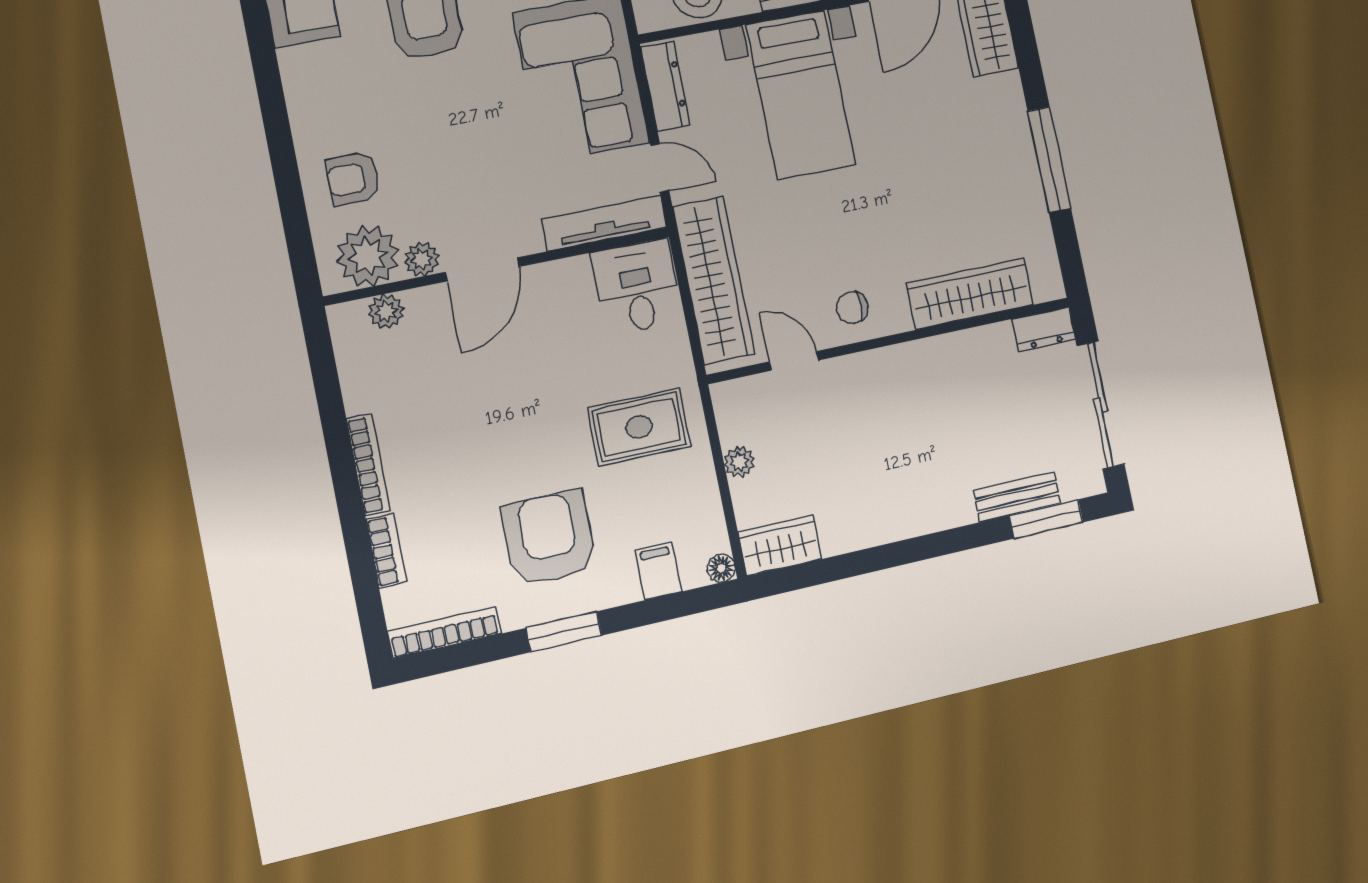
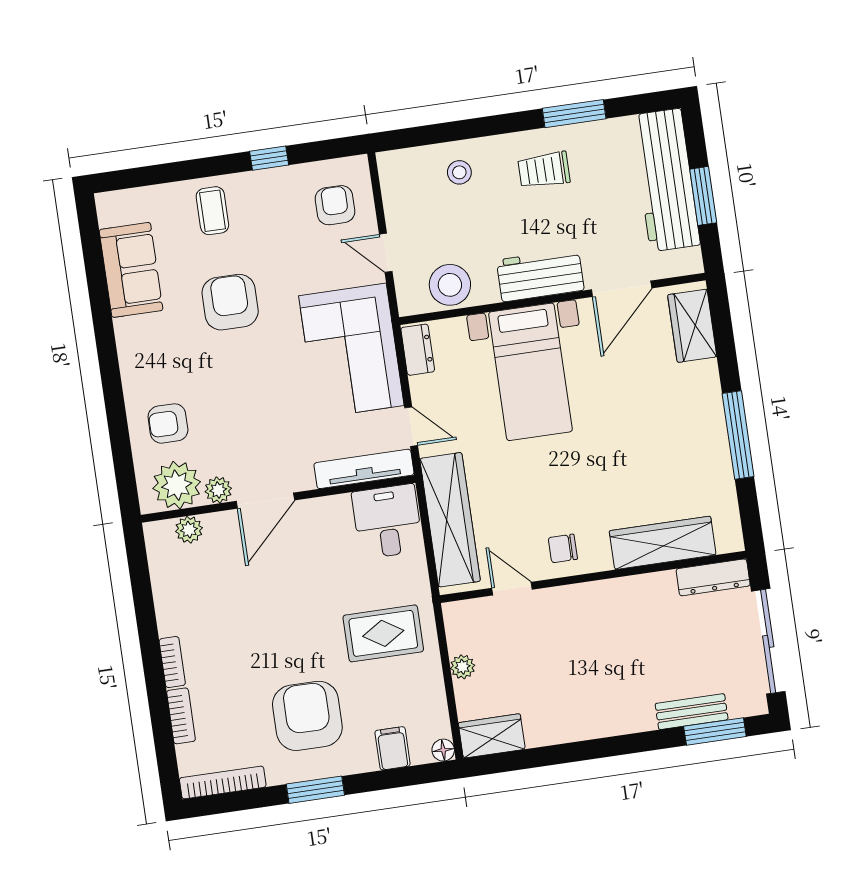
dresser: (665, 86) -> (418, 350), width x0.70
dresser: (1044, 329) -> (713, 577), width x1.44
bookcase: (368, 465) -> (172, 662), width x0.64

